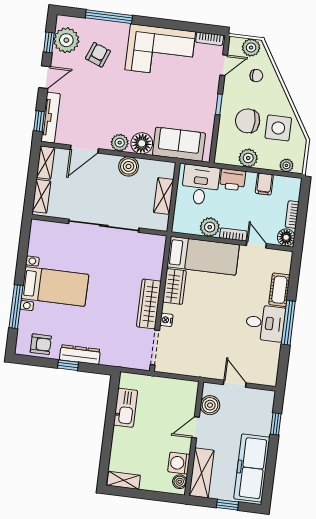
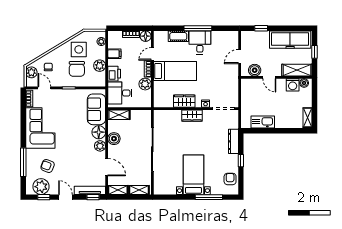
shelving: (164, 196) -> (119, 115), moved
bed: (203, 256) -> (175, 71), moved, turned 90
wardrobe: (149, 304) -> (192, 116), width x0.67
dresser: (80, 355) -> (233, 141), moved

